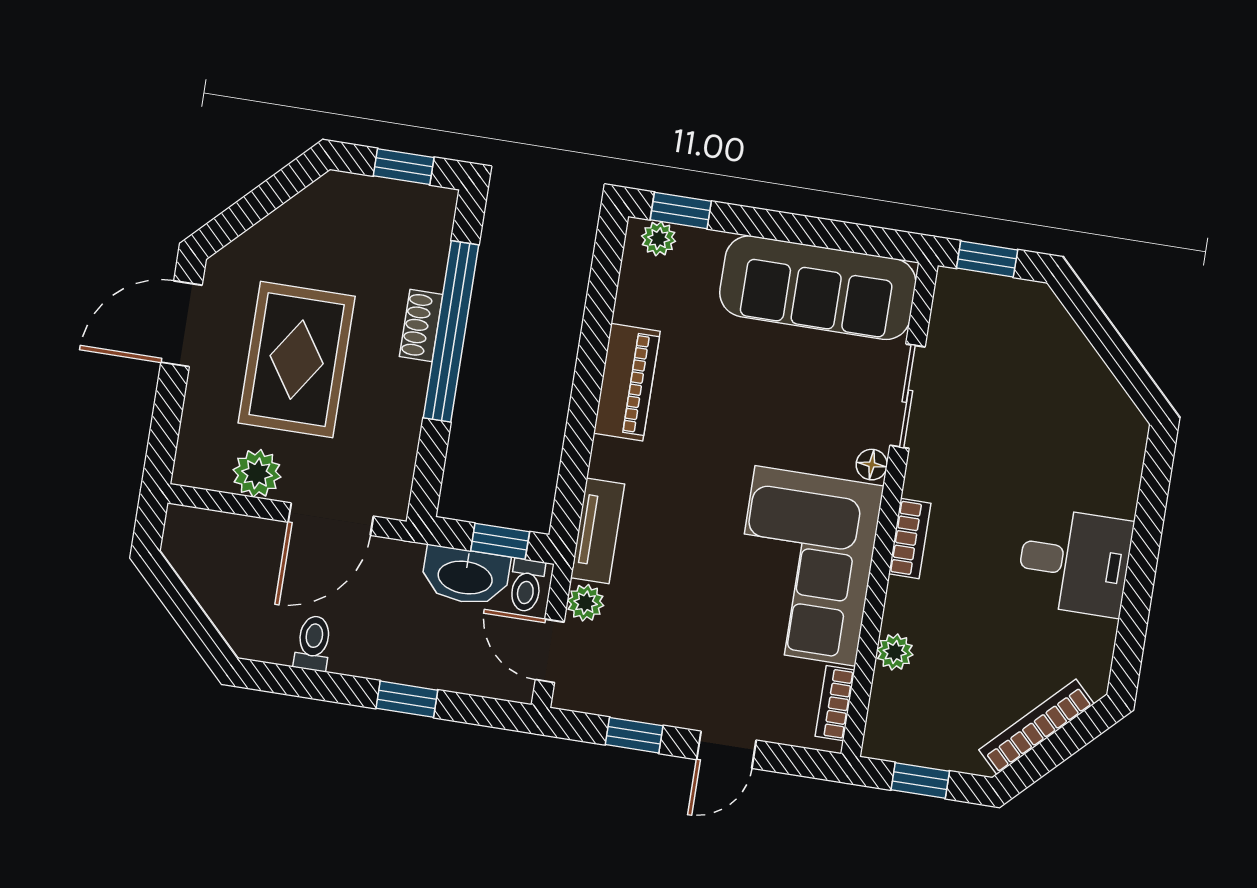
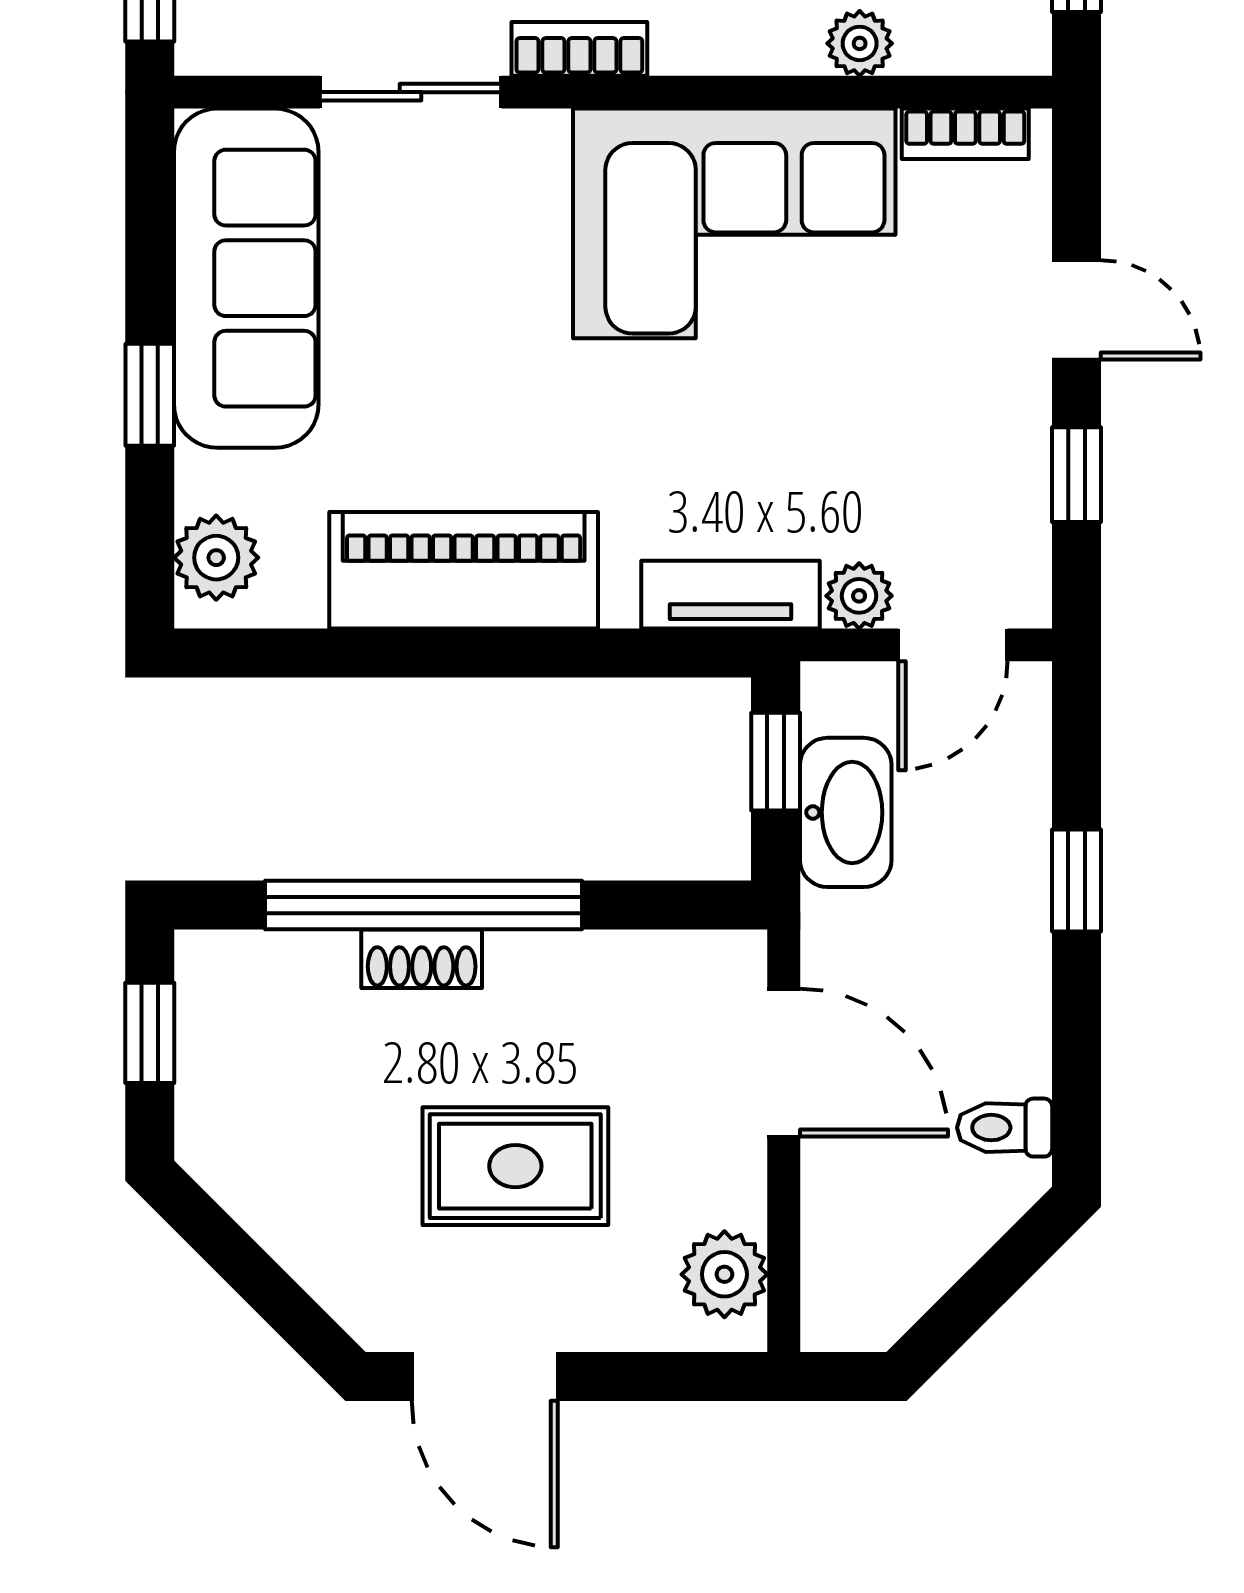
window: (681, 210) -> (150, 395), moved
plant: (659, 239) -> (216, 558), width x1.38, depth x1.38
rug: (297, 360) -> (515, 1166), width x0.73, depth x0.70
piano: (627, 382) -> (464, 570), width x1.37, depth x1.33
floor lamp: (872, 465) -> (540, 136), removed
plant: (257, 473) -> (724, 1274), moved
bookcase: (910, 538) -> (579, 49), moved
toilet: (526, 585) -> (845, 704), removed
toilet: (313, 643) -> (1005, 1128), moved

